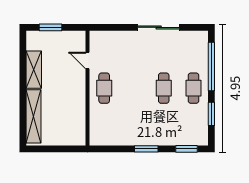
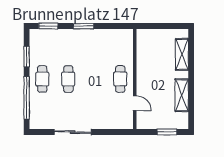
shelving: (33, 116) -> (182, 54), width x0.68

